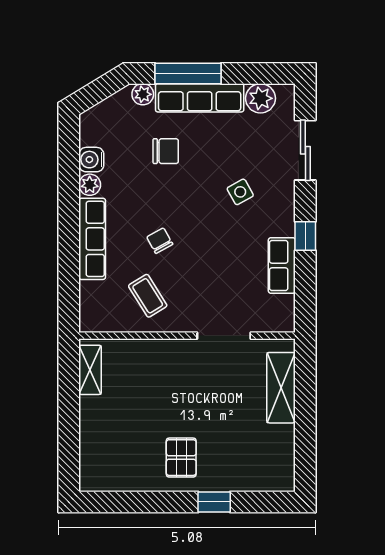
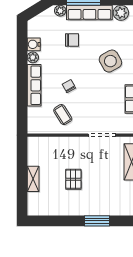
side table: (240, 192) -> (110, 61), width x1.87, depth x1.87
shelving: (90, 370) -> (33, 179), moved
pallet: (181, 458) -> (73, 179), moved
window: (214, 502) -> (97, 221), width x1.50

